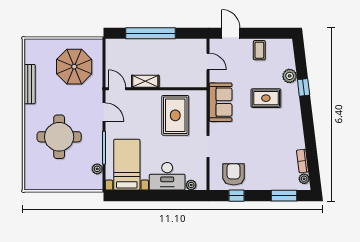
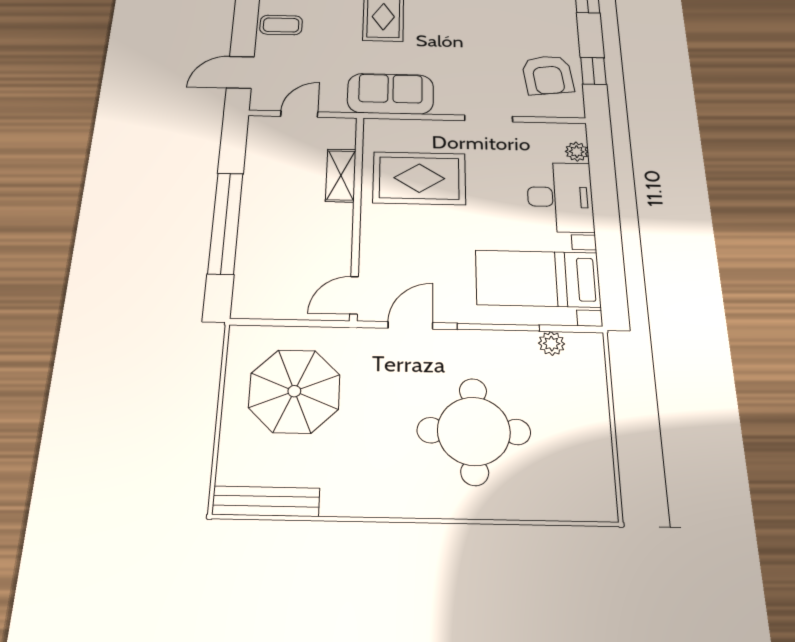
shelving: (145, 81) -> (341, 175), moved
bench: (30, 84) -> (266, 501), moved
armchair: (234, 174) -> (548, 75), turned -97

